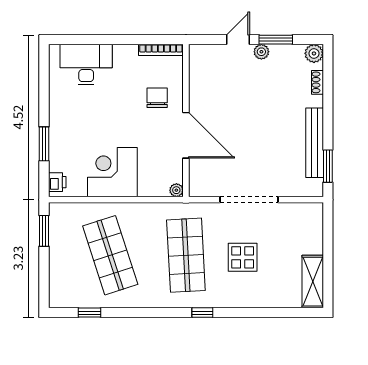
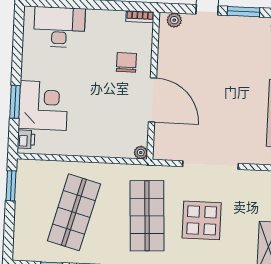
bookcase: (161, 50) -> (140, 17), width x0.64
plant: (261, 52) -> (174, 20), moved
corner desk: (112, 172) -> (43, 106), moved, turned 90
shop shelf: (110, 255) -> (74, 212), turned 33
display table: (243, 257) -> (202, 220), width x1.36, depth x1.36

